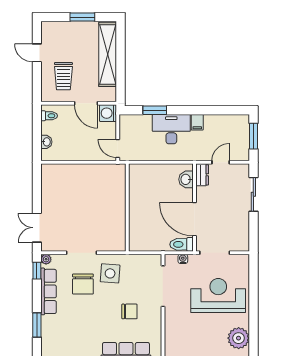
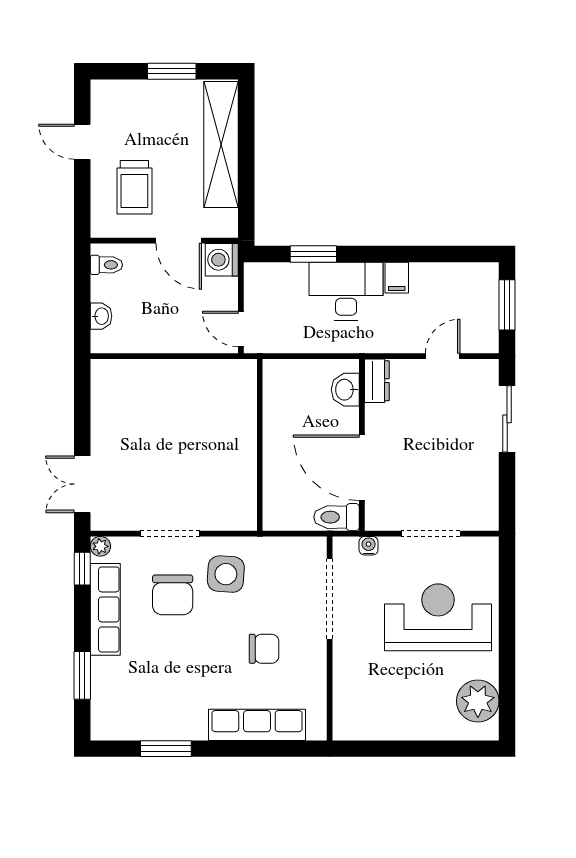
dresser: (202, 175) -> (377, 381), moved
washbasin: (186, 179) -> (345, 390), moved
wall: (194, 208) -> (362, 445), moved
door: (194, 219) -> (362, 468), moved
toilet: (182, 244) -> (337, 517), moved

